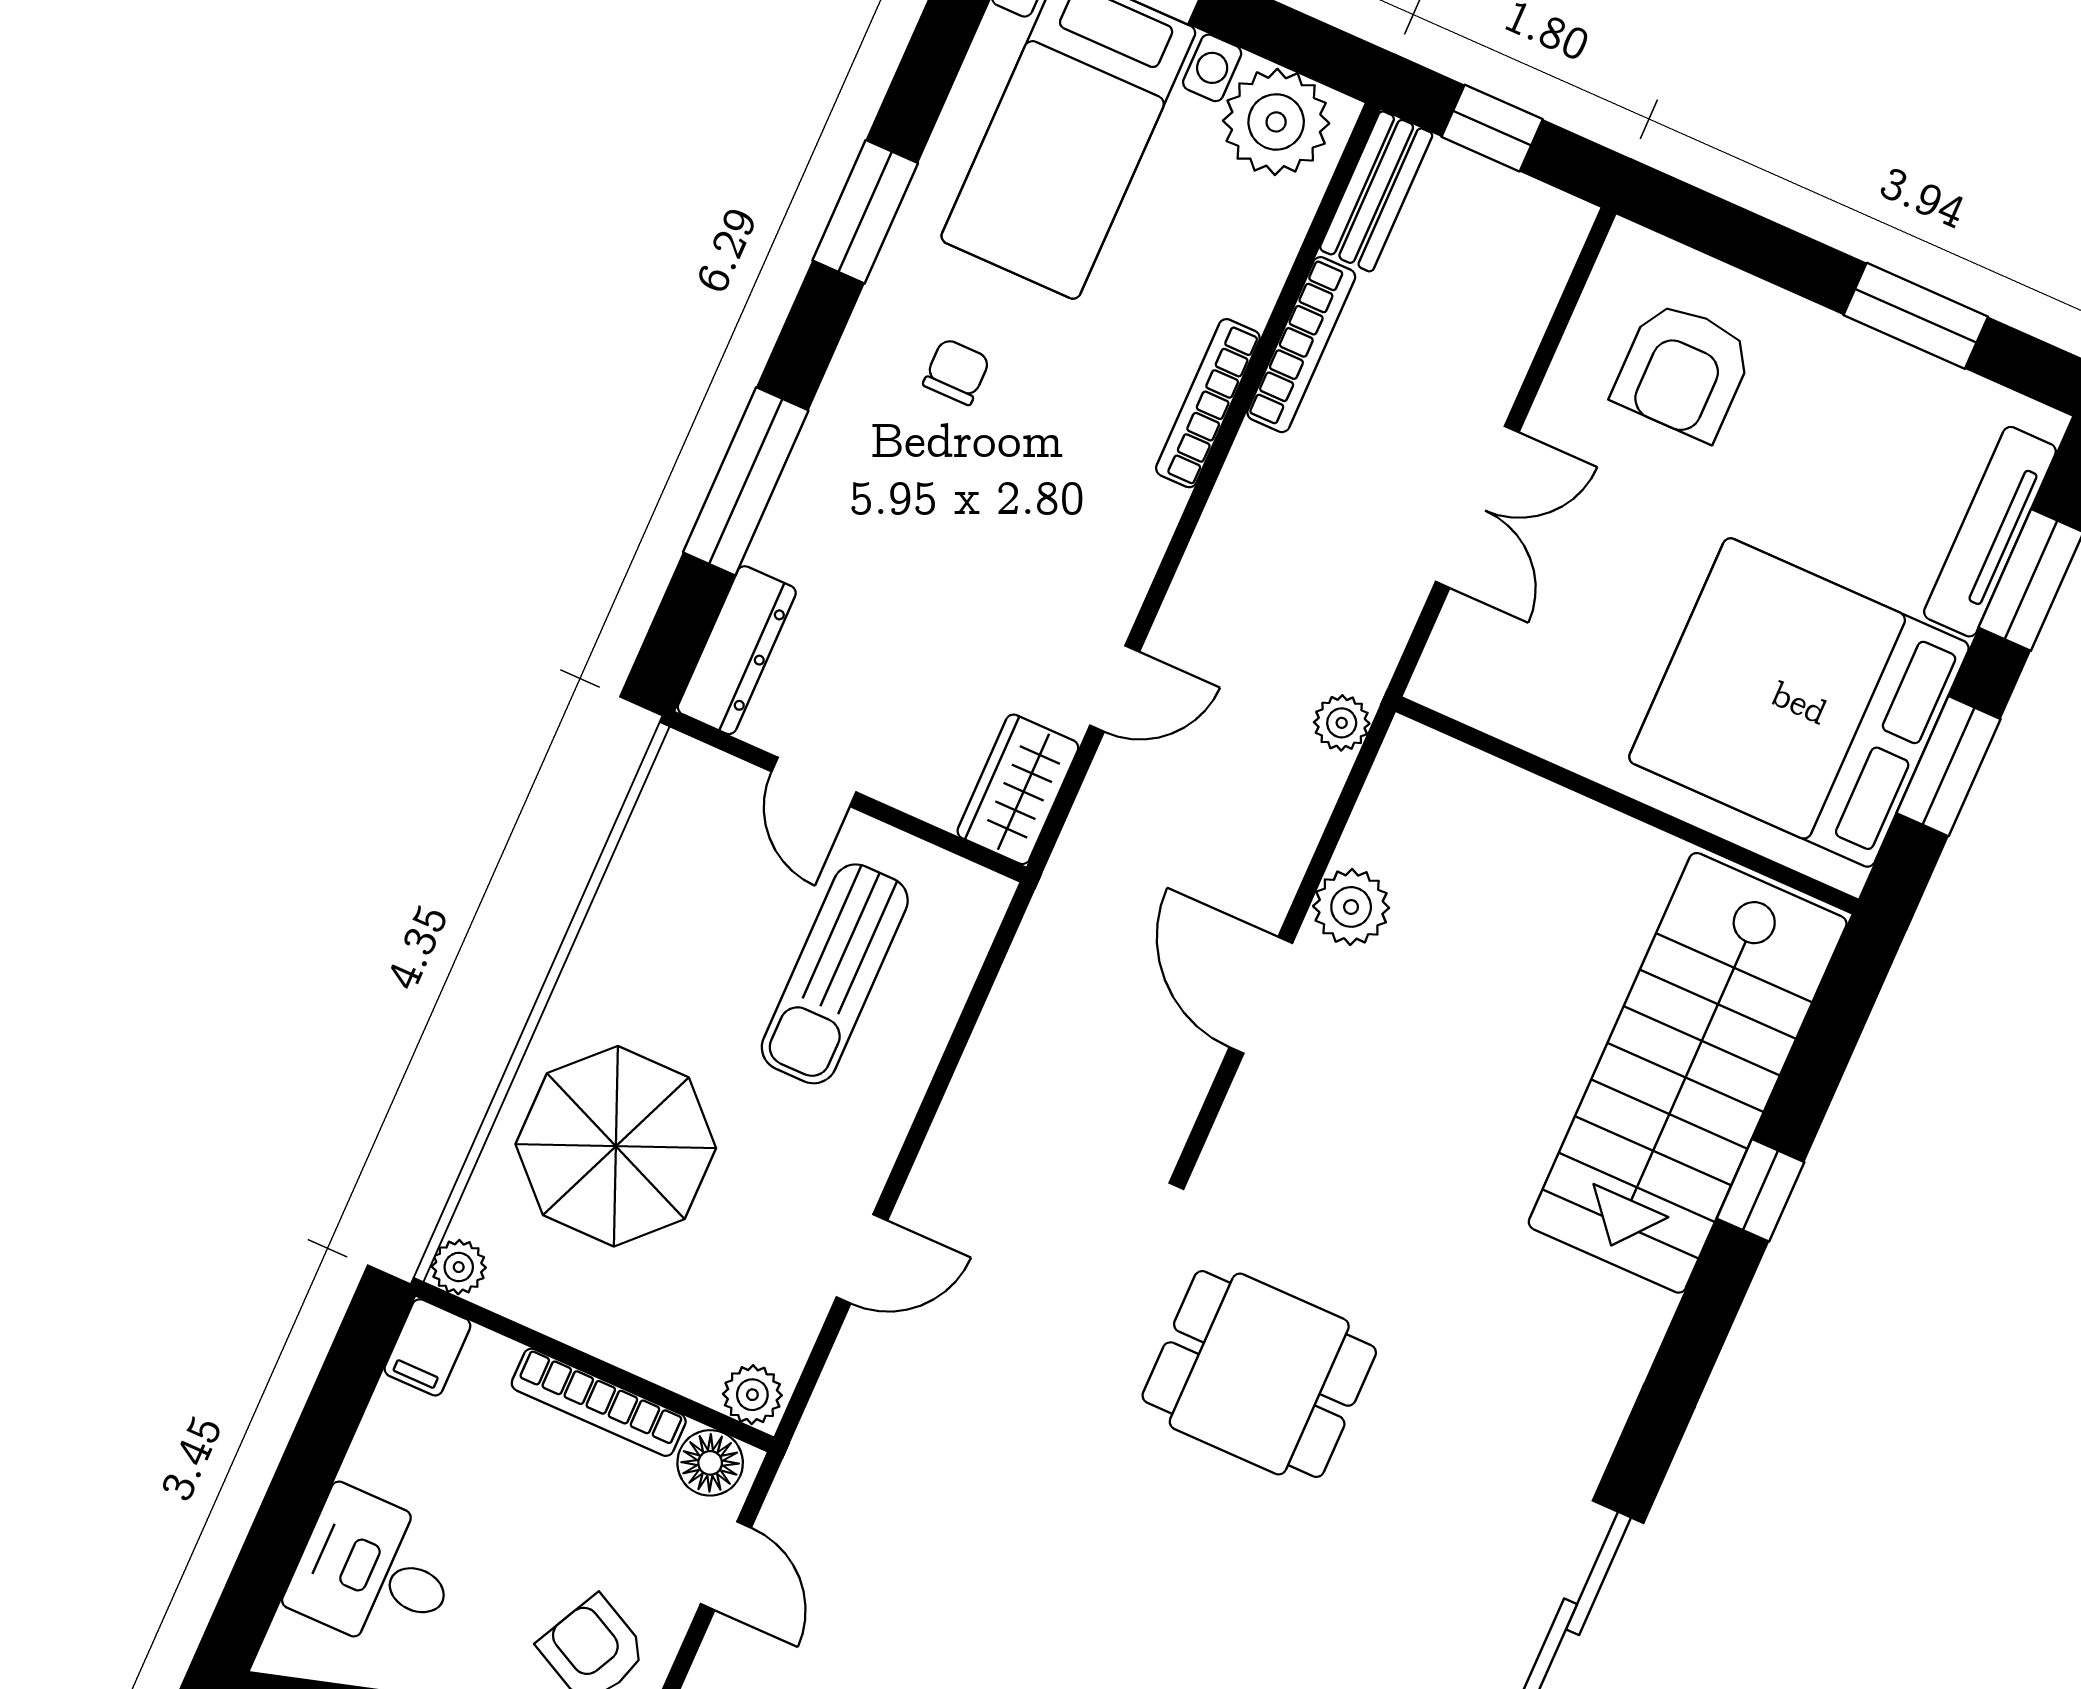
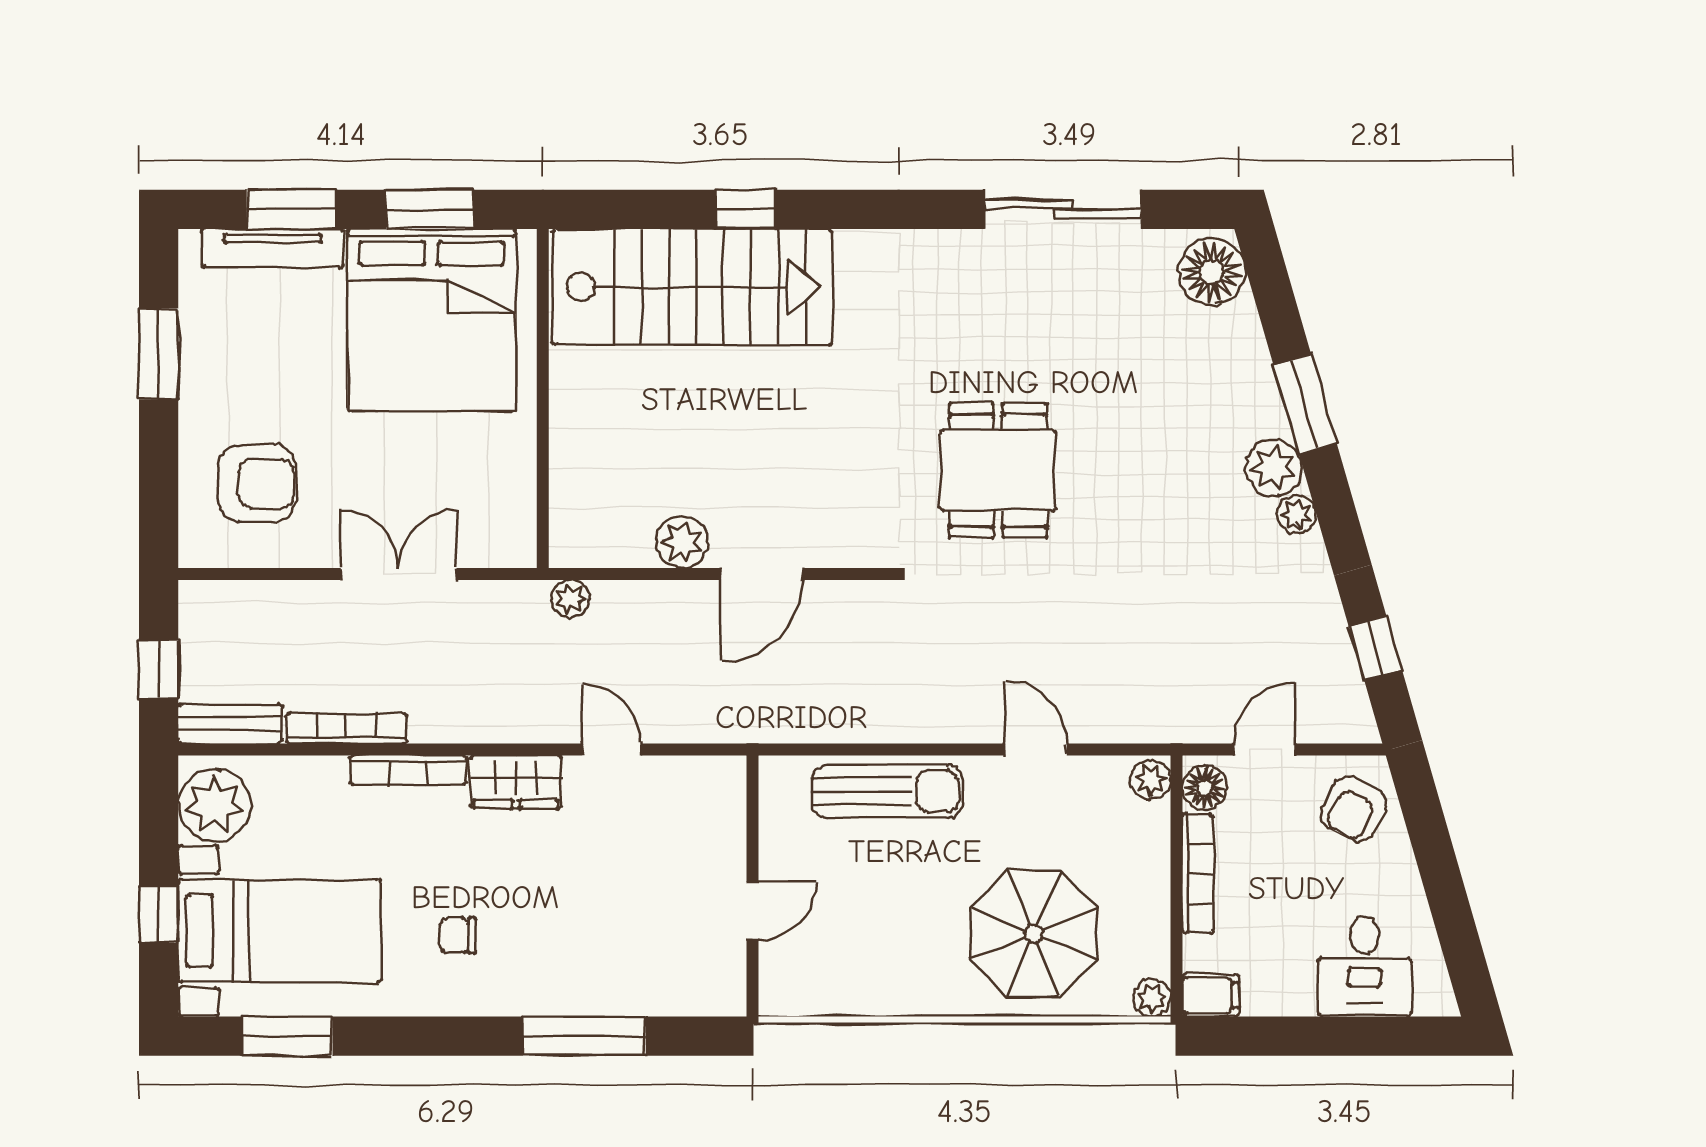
window: (865, 212) -> (288, 1036), moved
dresser: (737, 650) -> (692, 995), removed
wardrobe: (1018, 789) -> (516, 782), moved
sun lounger: (835, 974) -> (887, 791), moved

